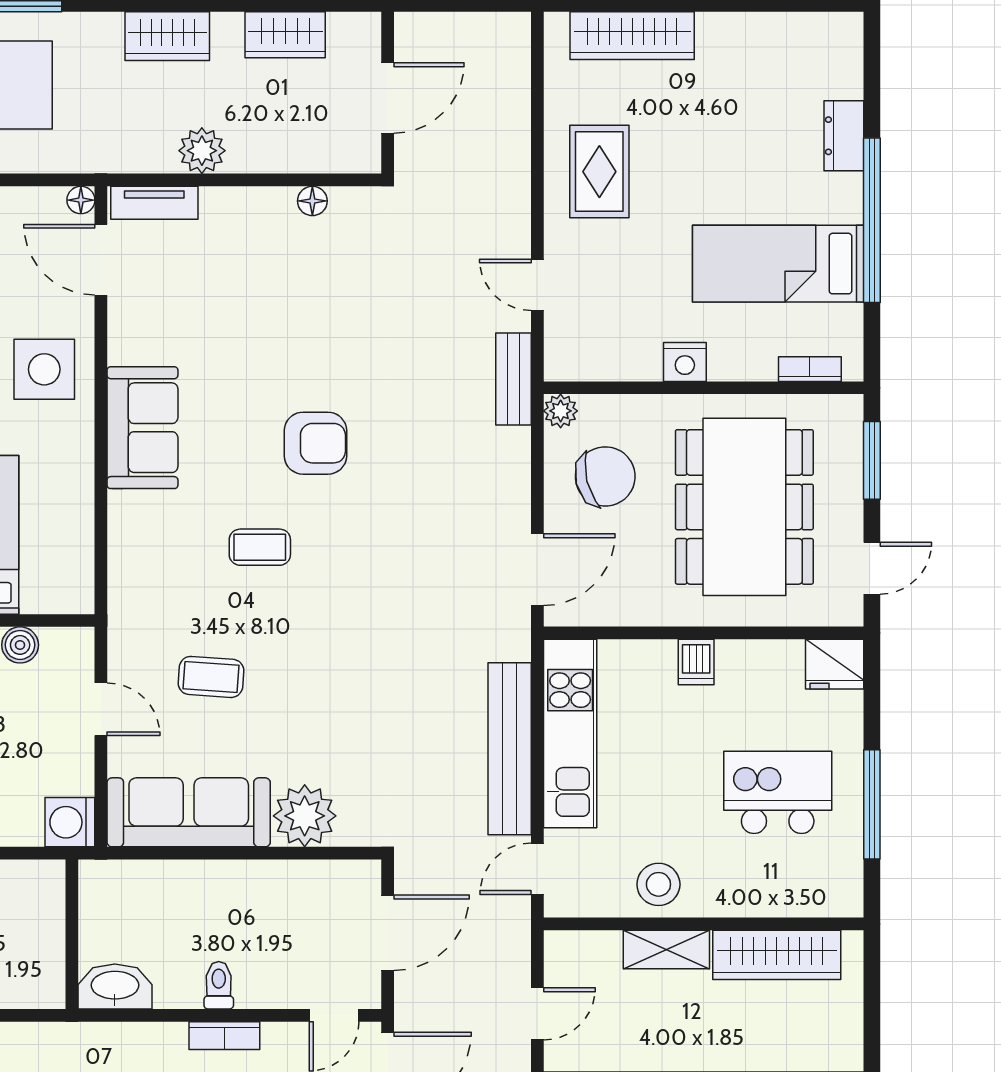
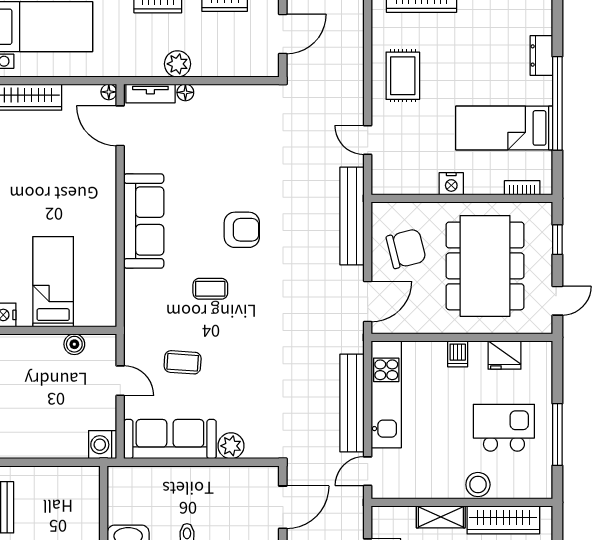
floor lamp: (312, 201) -> (185, 92), moved
side table: (44, 369) -> (88, 188), removed
bench: (513, 379) -> (352, 216), width x1.86, depth x1.21
plant: (561, 411) -> (381, 212), removed
sofa: (142, 428) -> (144, 221), width x1.36
window: (872, 460) -> (557, 240), width x0.67
fridge: (835, 664) -> (504, 355), moved
plant: (305, 816) -> (231, 446), width x0.73, depth x0.73
stool: (658, 884) -> (478, 485), moved

